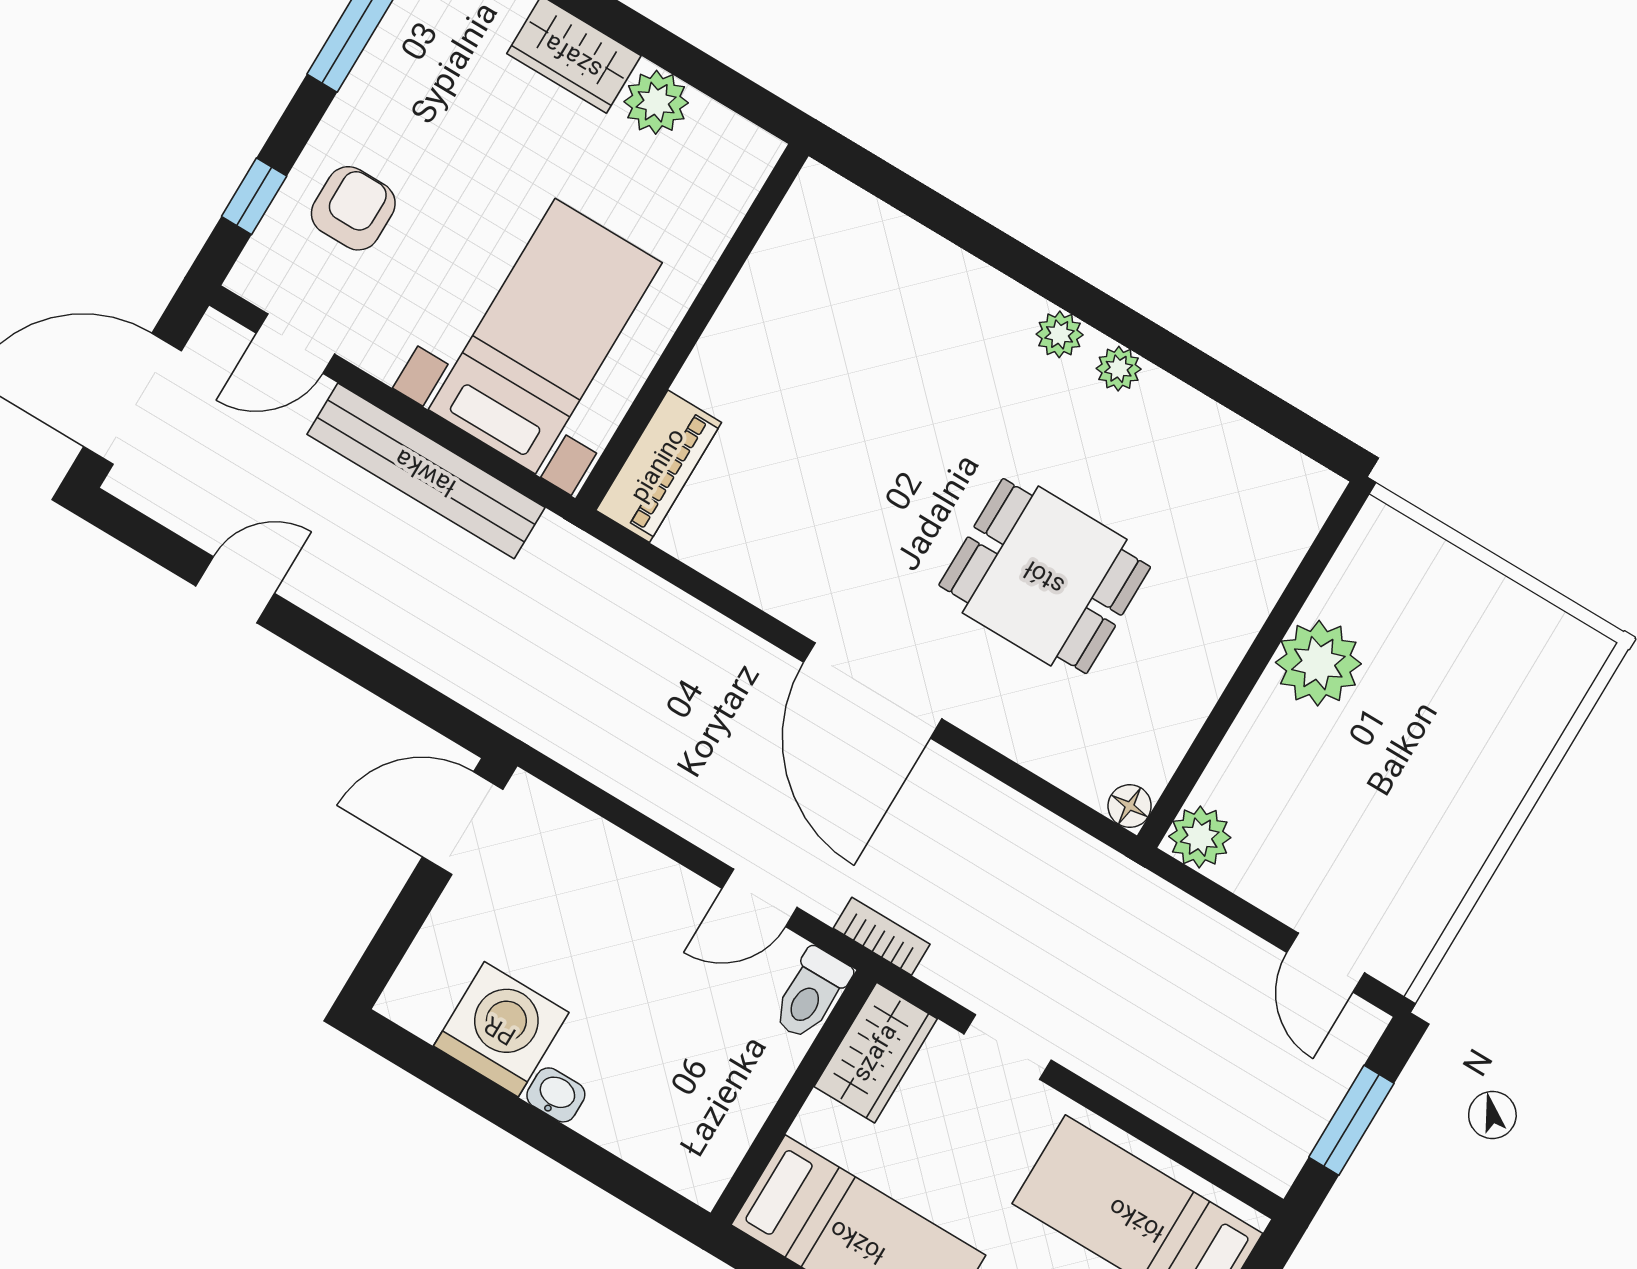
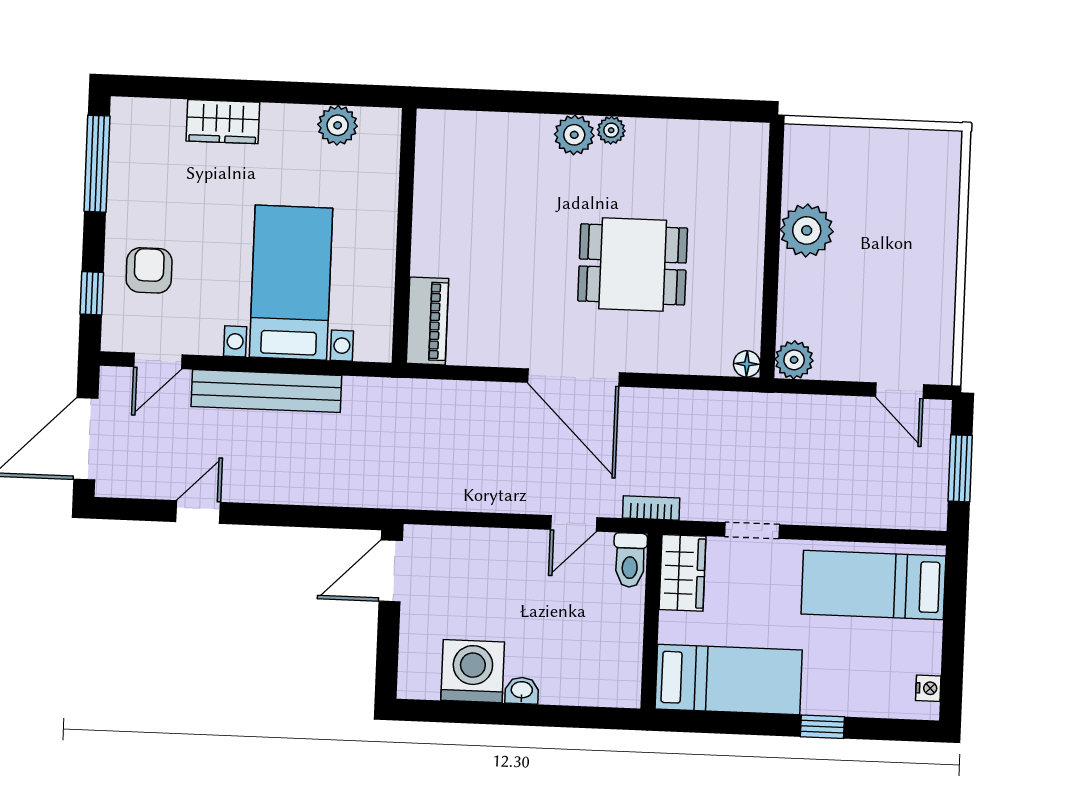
plant: (656, 102) -> (338, 125), moved
wall: (692, 327) -> (404, 236), moved
plant: (1060, 334) -> (574, 135), width x1.38, depth x1.38
piano: (659, 466) -> (427, 321), moved

